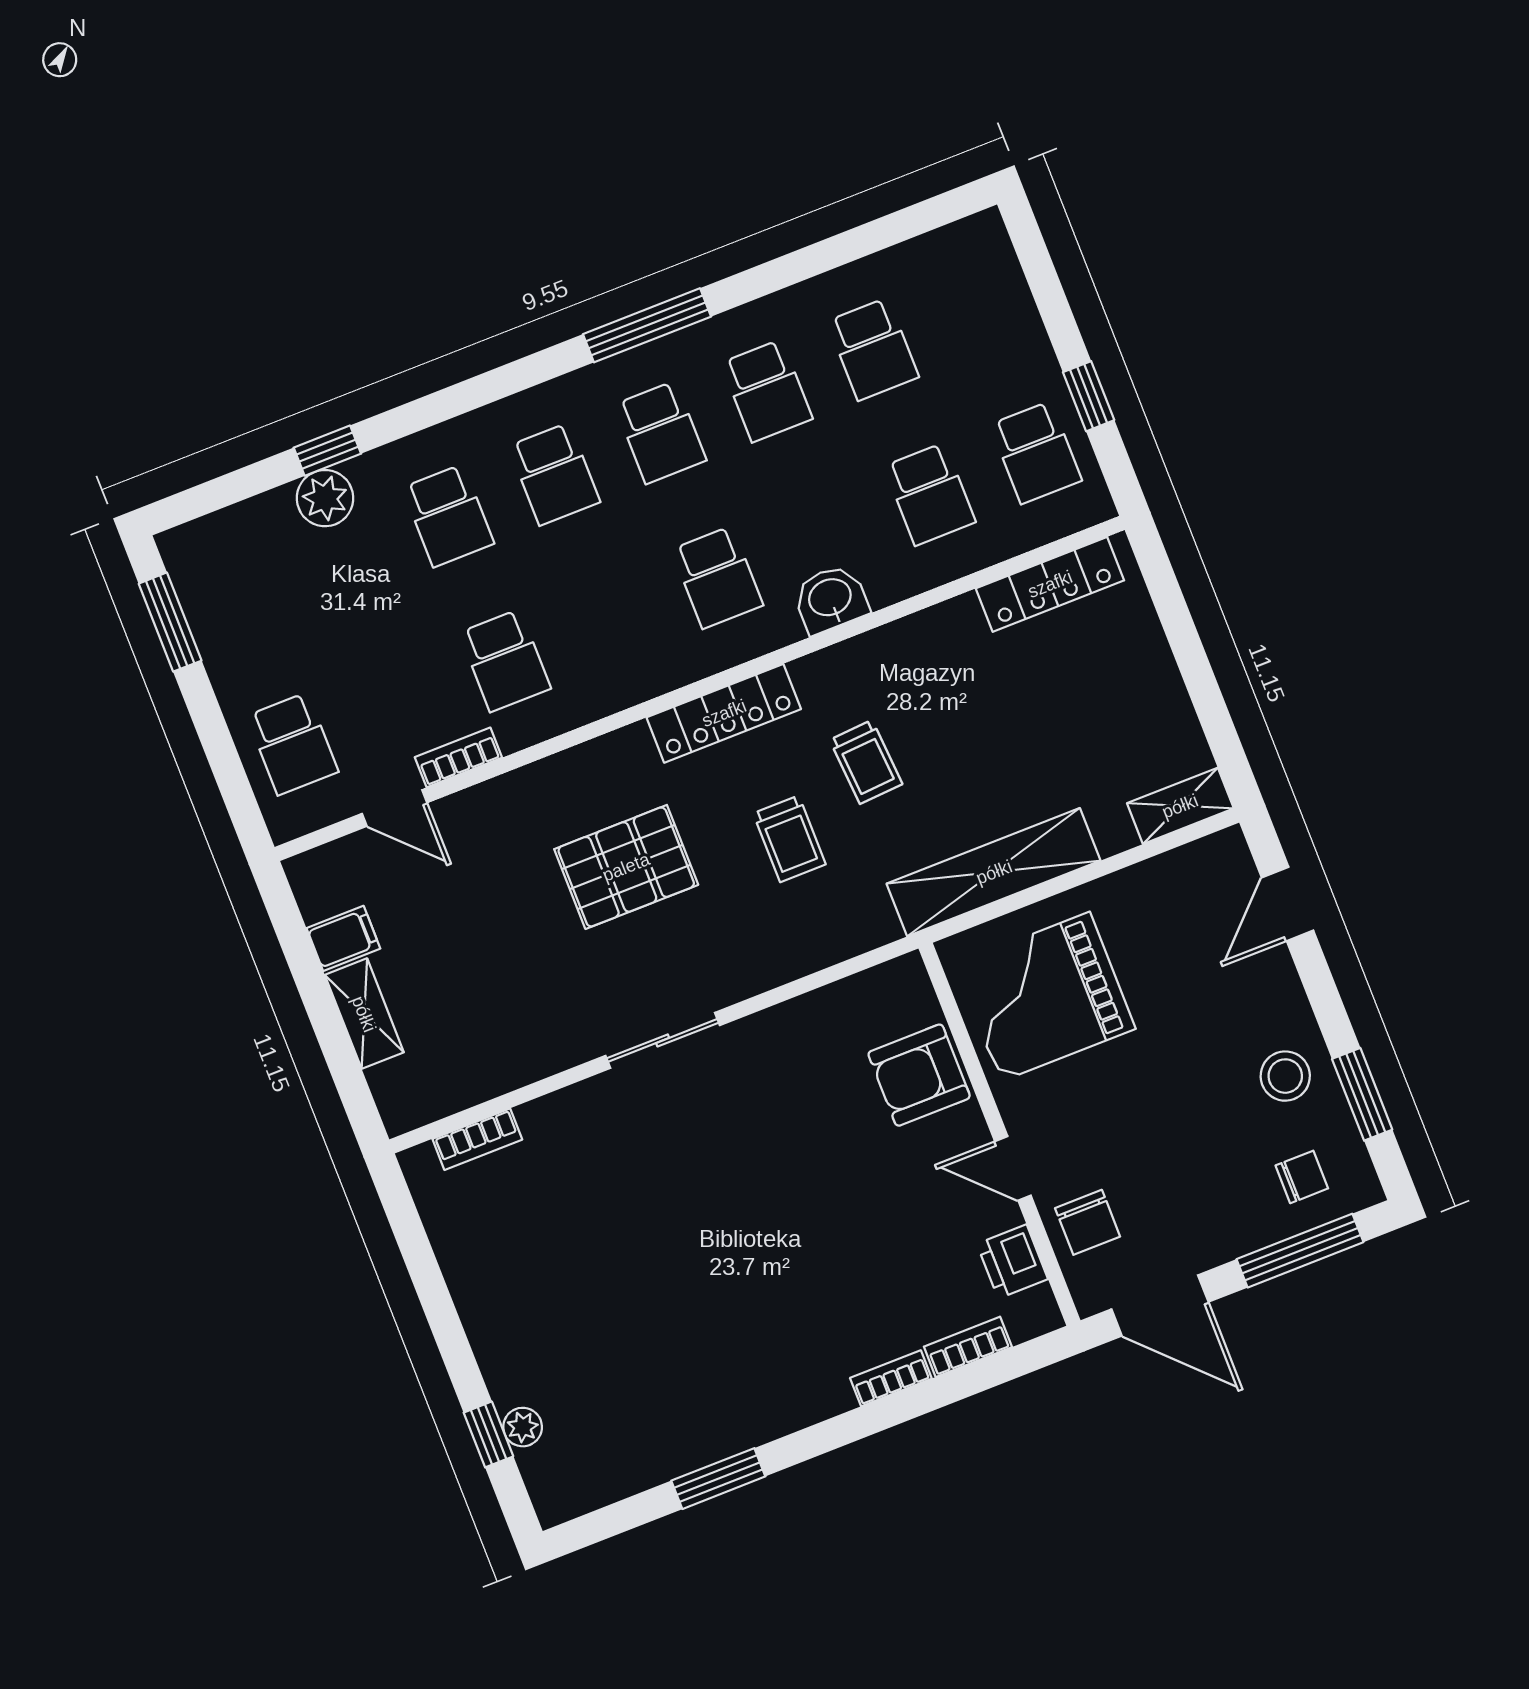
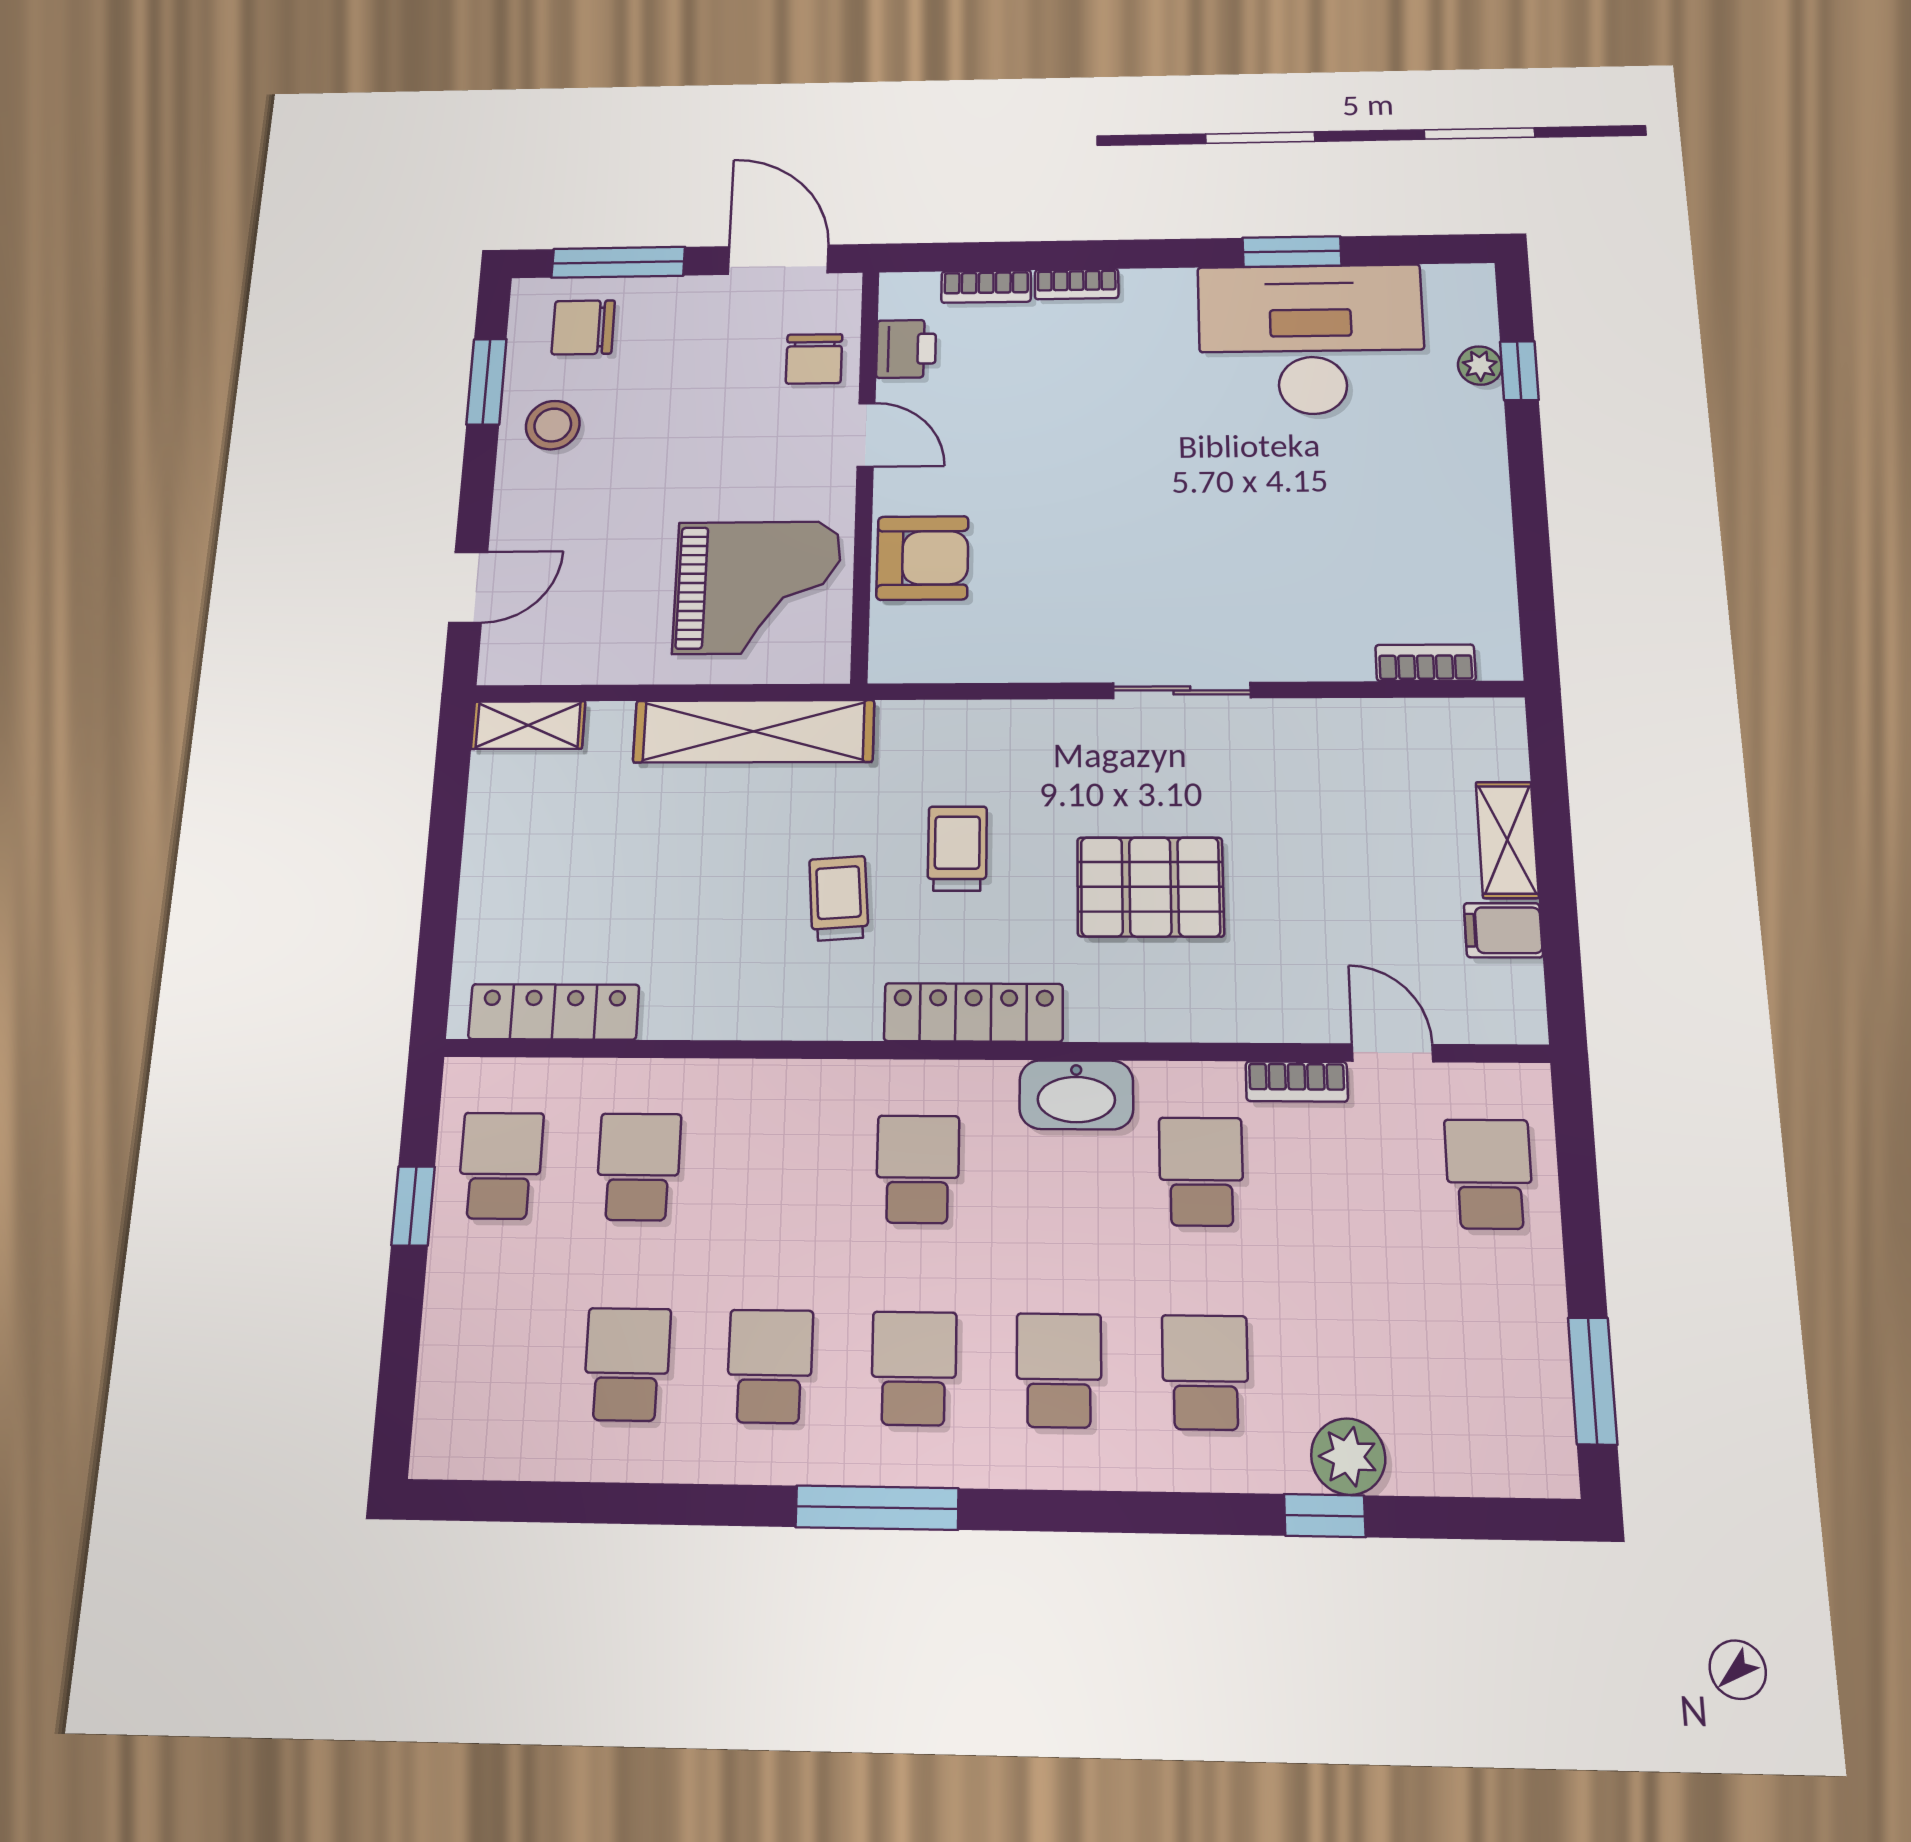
washbasin: (831, 599) -> (1076, 1095), moved, width x1.38
chair: (1302, 1177) -> (583, 327), width x1.37, depth x1.37
chair: (1088, 1222) -> (814, 359), turned 180
desk: (672, 1400) -> (1311, 339), added

